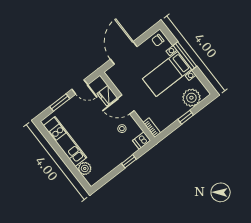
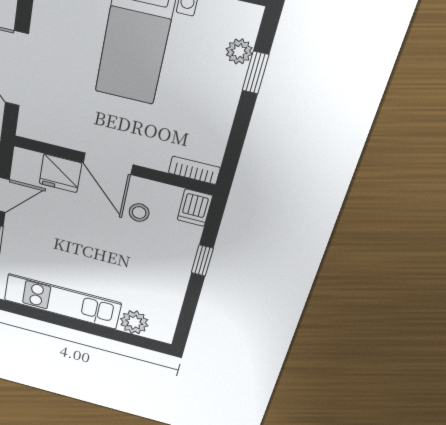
plant: (191, 98) -> (239, 51), width x0.53, depth x0.53
door: (126, 104) -> (108, 164), hinge flipped
window: (186, 117) -> (255, 73), moved

